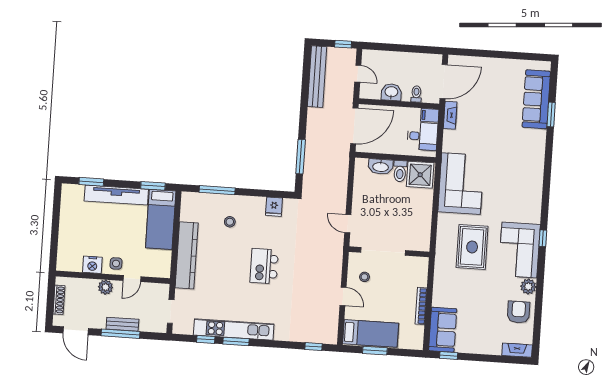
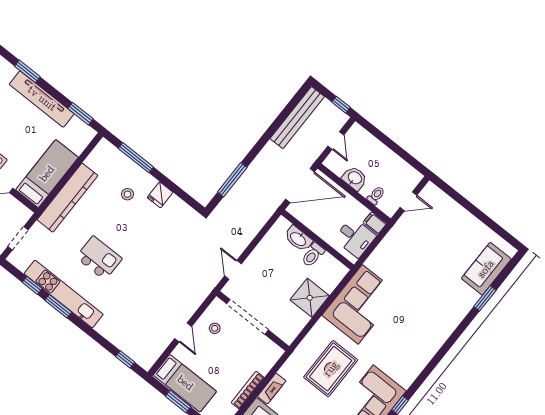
door: (444, 82) -> (408, 201), width x0.53
sofa: (536, 99) -> (486, 269), width x0.73
fireplace: (450, 115) -> (272, 389), moved
shower: (420, 175) -> (310, 298), moved
fridge: (274, 207) -> (160, 195), moved
bed: (161, 219) -> (47, 174), moved, turned 180
kitchen island: (264, 266) -> (99, 258), moved, turned 90

